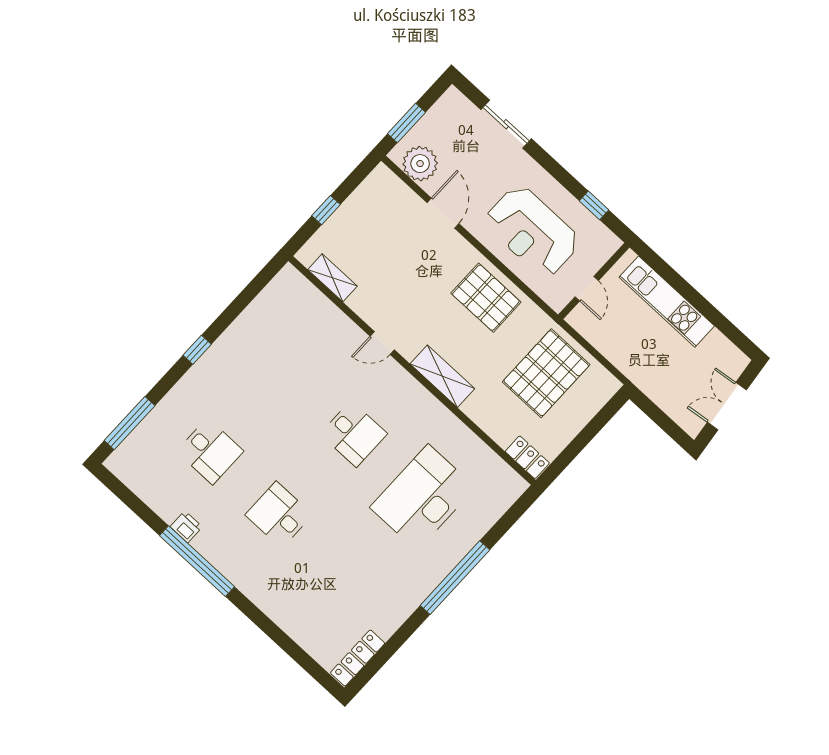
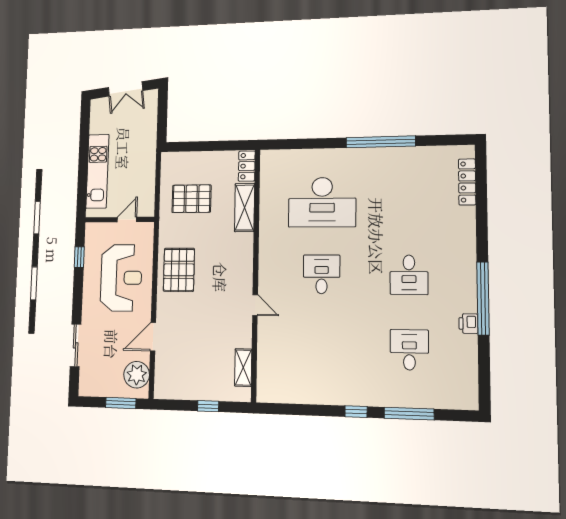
pallet: (546, 373) -> (191, 199), width x0.73, depth x0.71
shelving: (442, 376) -> (245, 208), moved
window: (130, 423) -> (409, 414), moved
window: (455, 578) -> (381, 142), moved
locker: (358, 658) -> (467, 182), moved, turned 90

